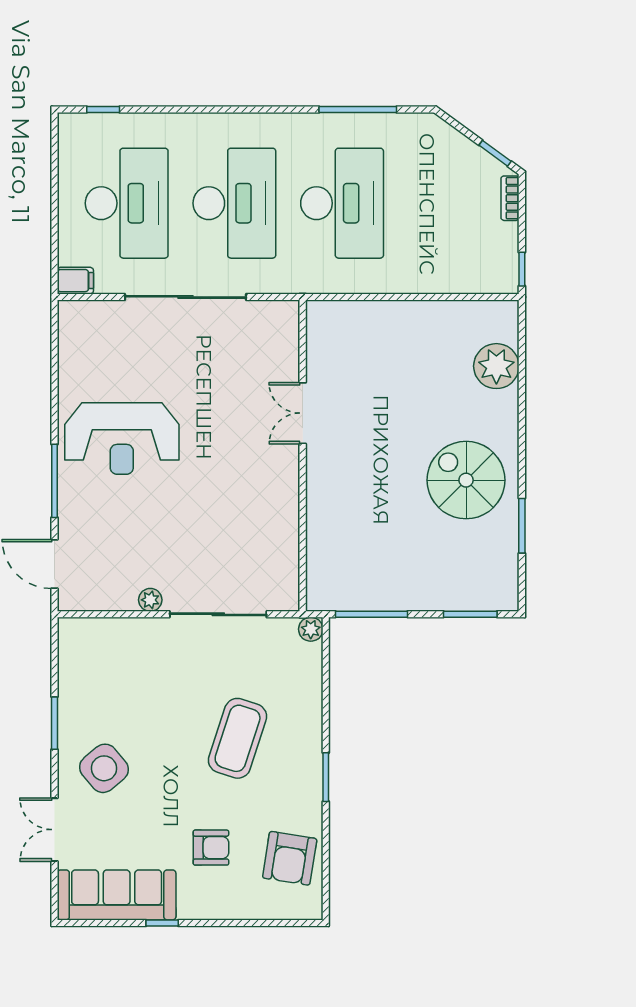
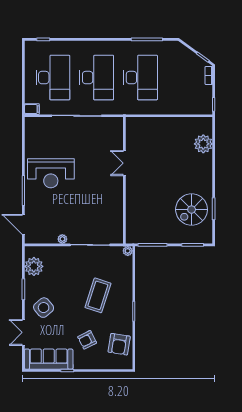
spiral stairs: (466, 480) -> (192, 210), moved, turned -90
plant: (80, 667) -> (34, 266), added
armchair: (211, 848) -> (87, 340), turned 153

